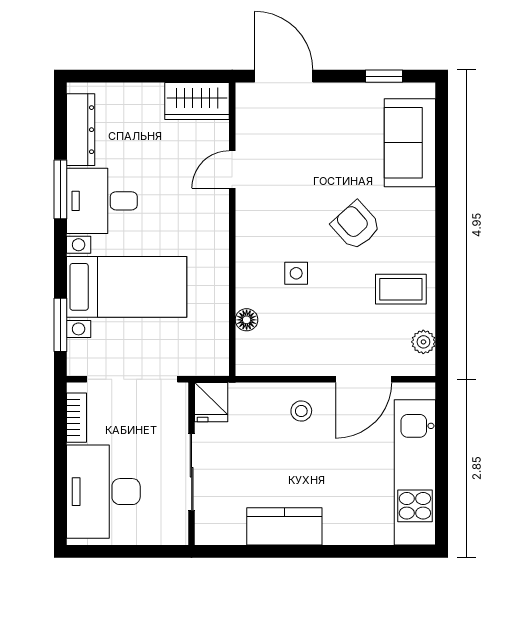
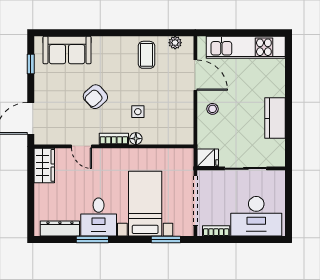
armchair: (356, 226) -> (95, 97), moved
bookcase: (246, 229) -> (114, 139), added
floor lamp: (247, 320) -> (136, 139), moved

